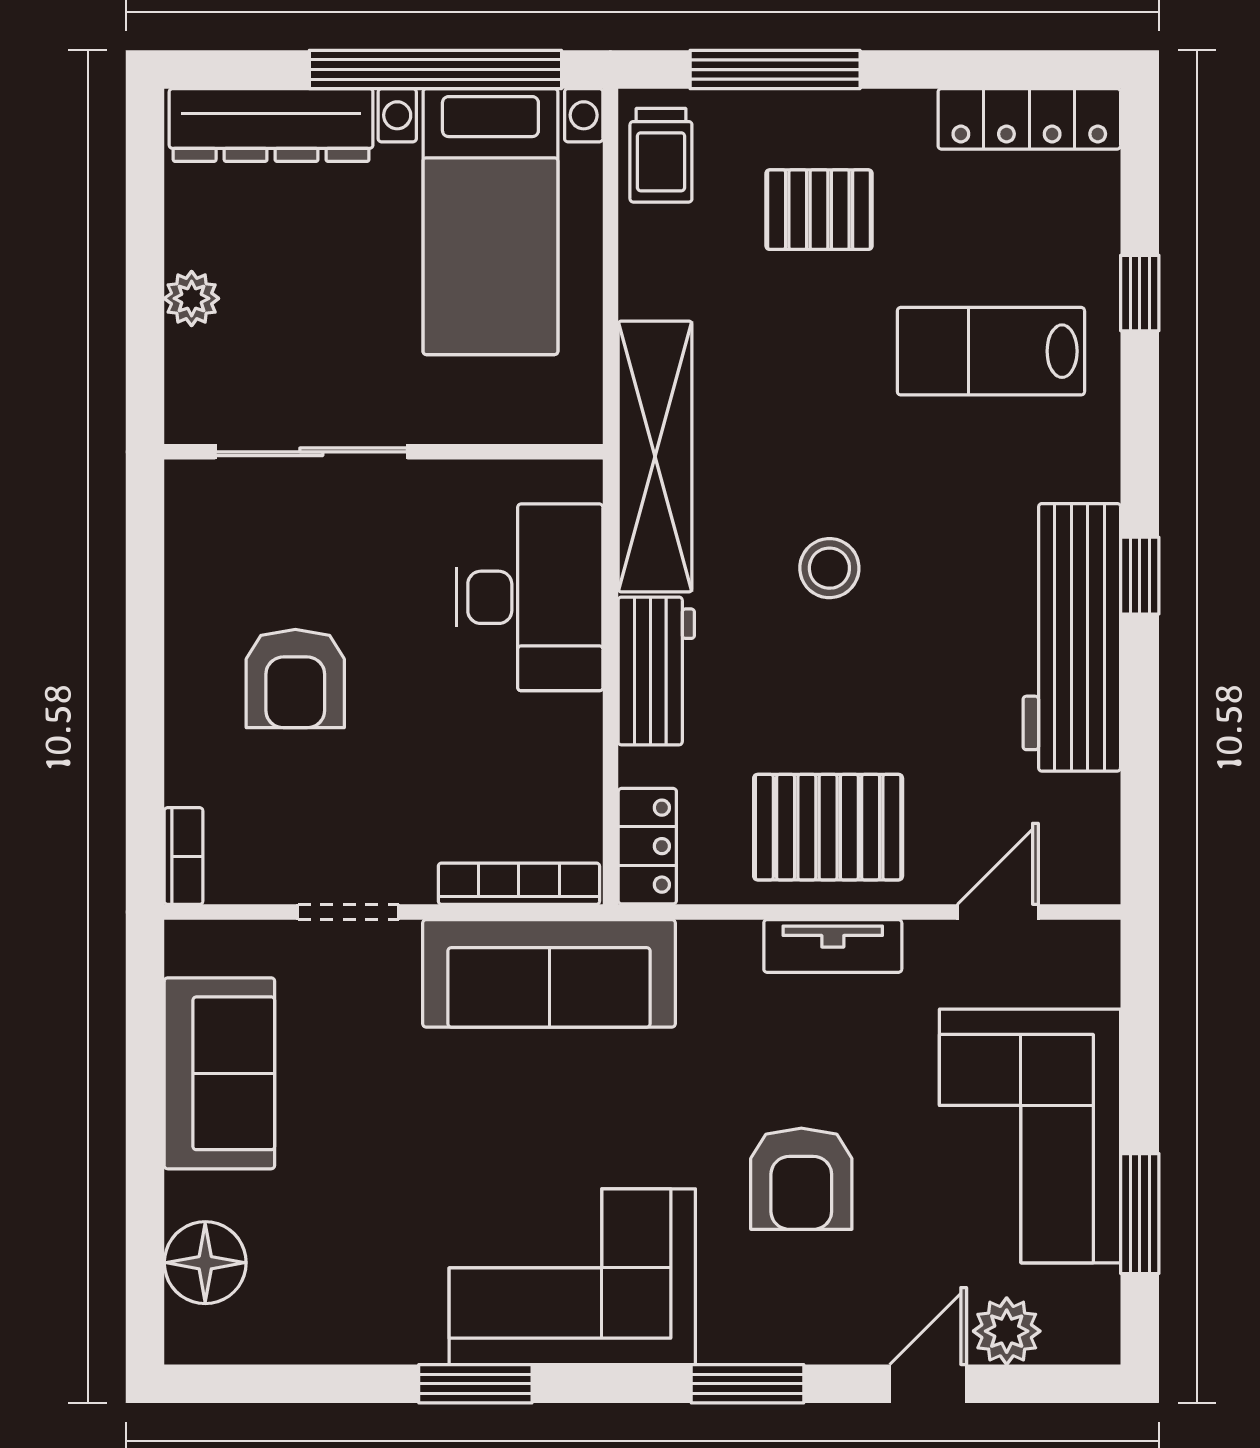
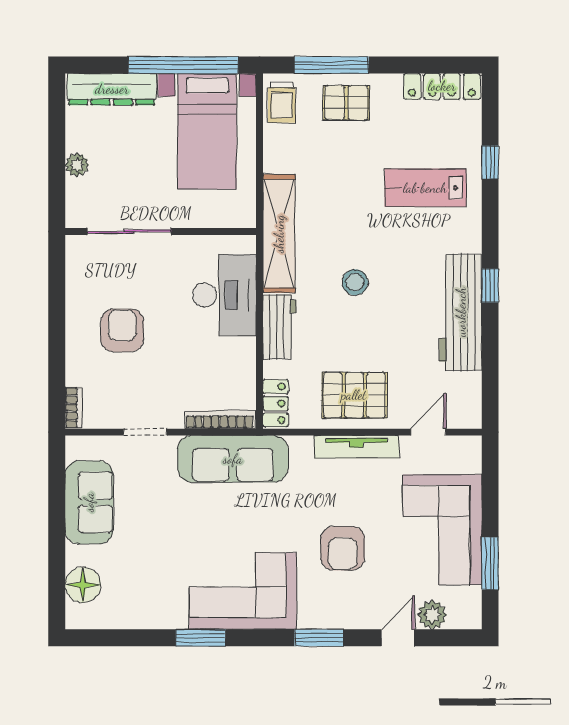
pallet: (819, 210) -> (346, 102), moved
armchair: (295, 679) -> (122, 330), turned 180
tv unit: (833, 946) -> (356, 447), width x1.41

